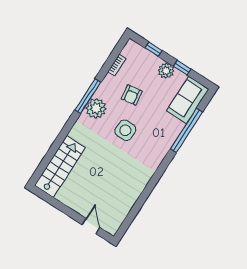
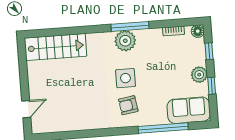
floor lamp: (131, 46) -> (198, 31), added
armchair: (132, 95) -> (128, 105), moved

